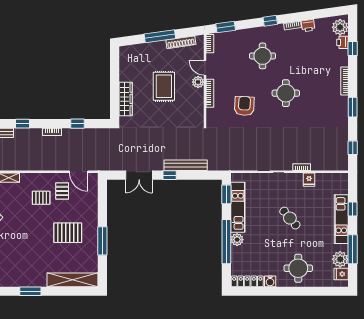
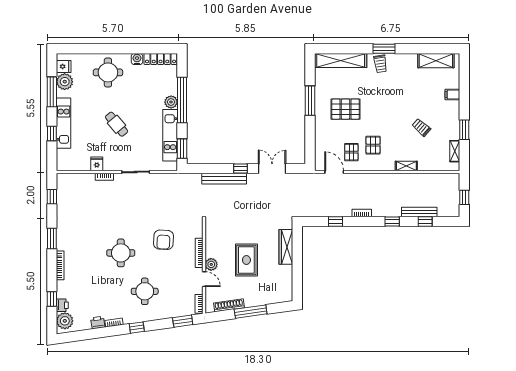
pallet: (41, 198) -> (373, 145), turned 90
trolley: (34, 277) -> (380, 64), added

